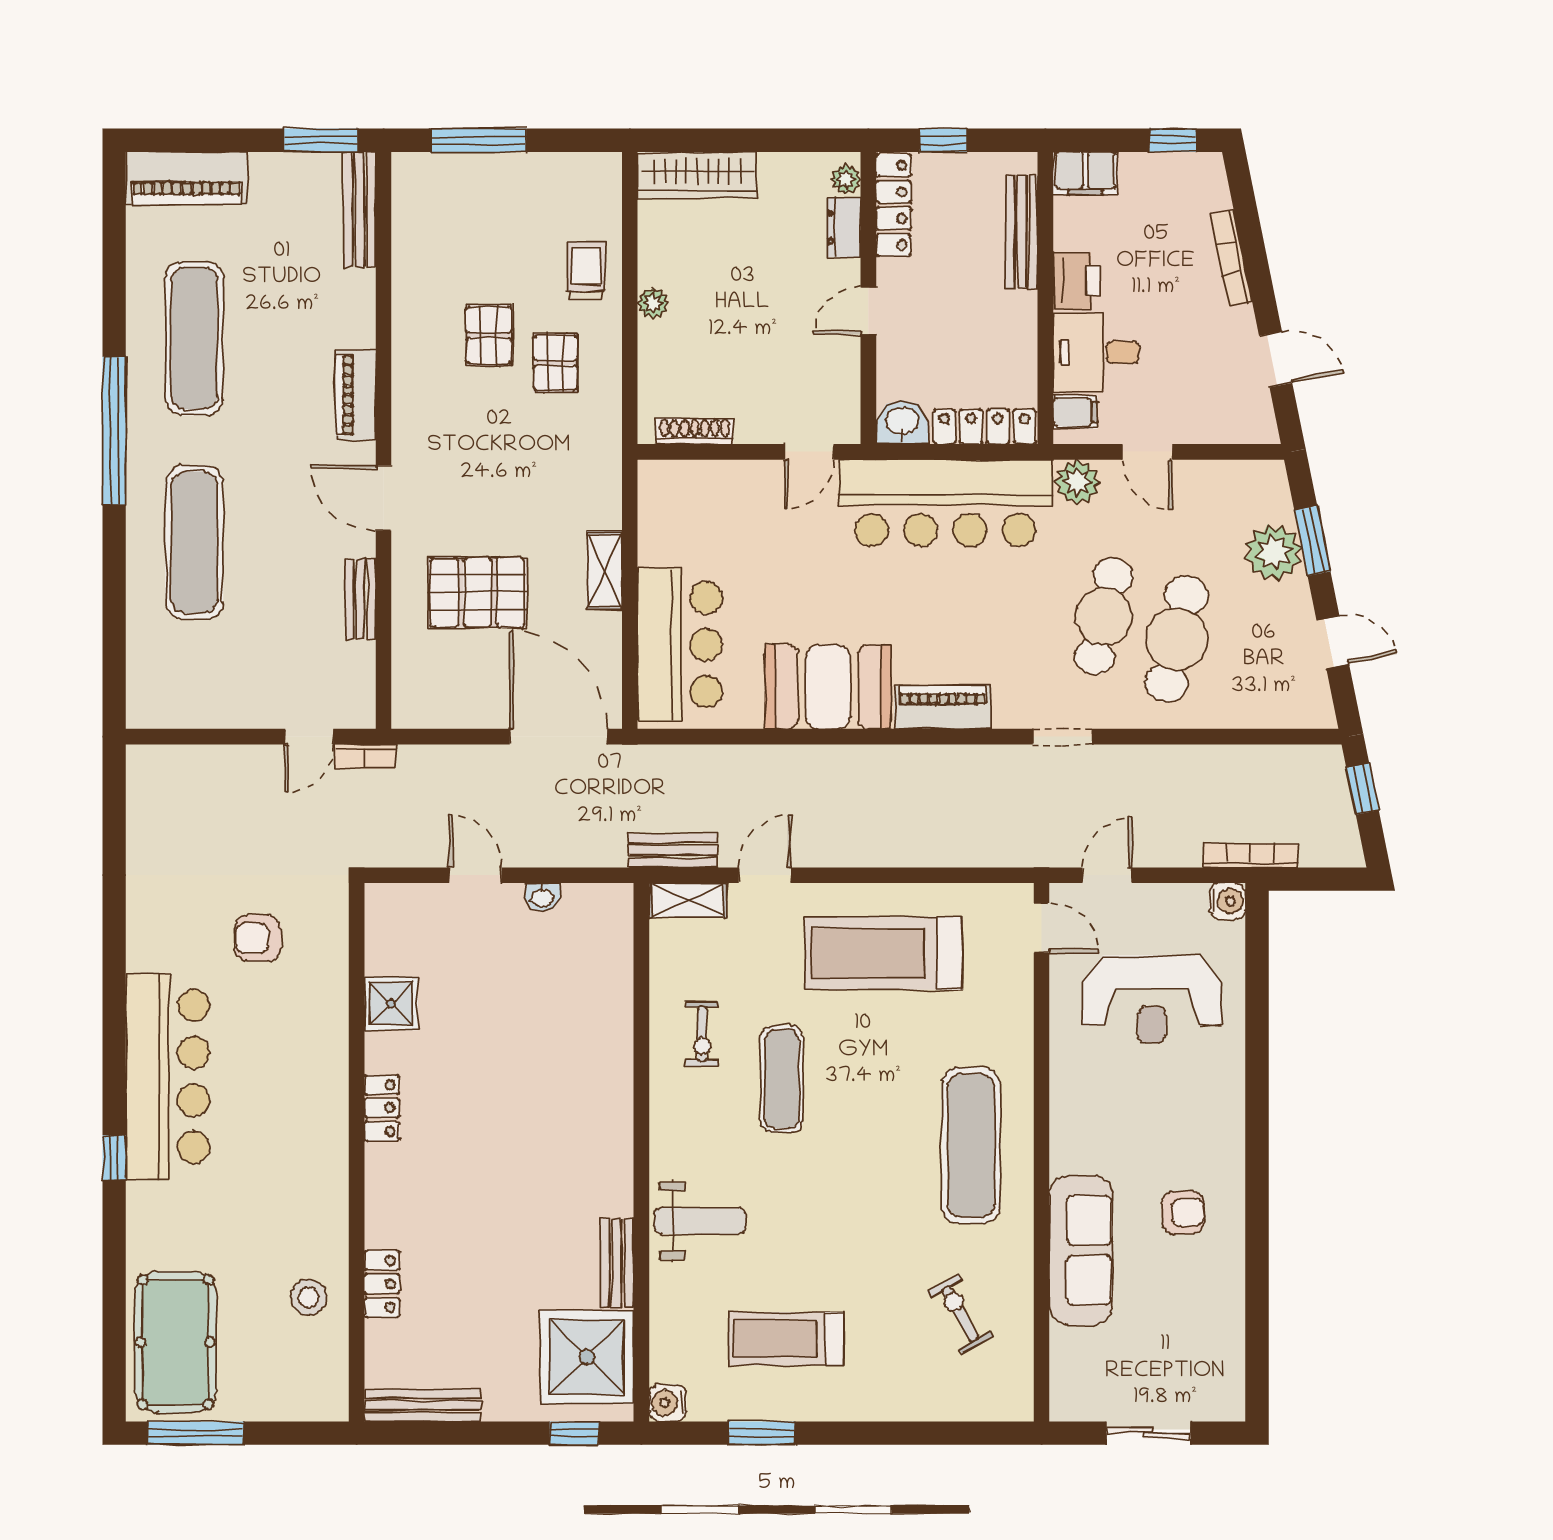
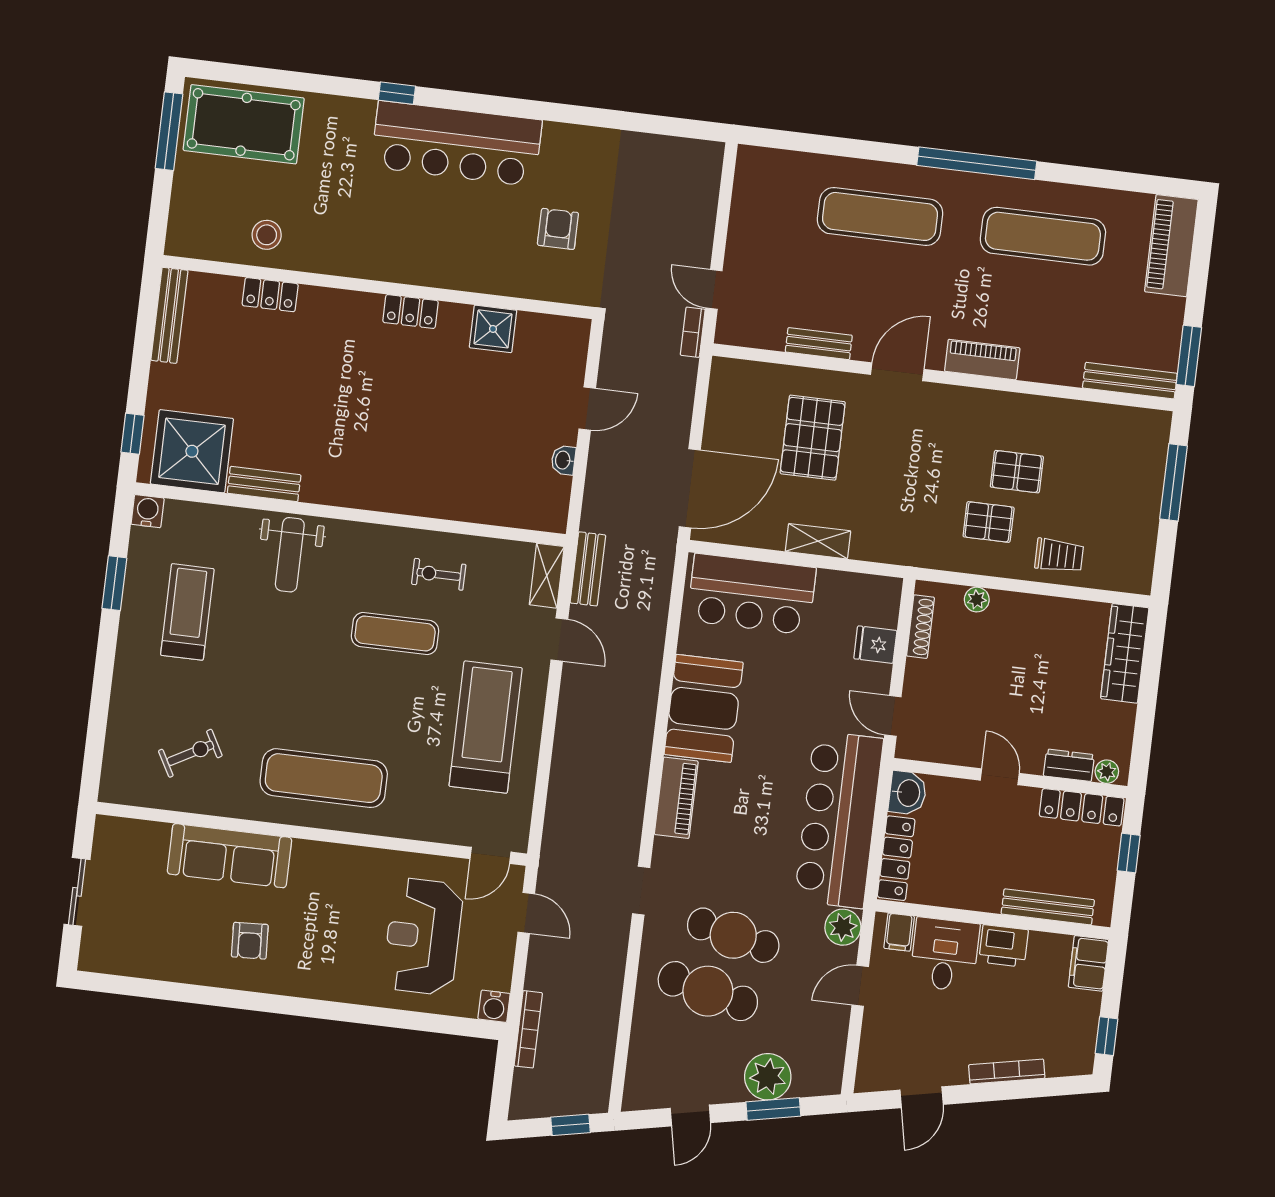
plant: (653, 303) -> (977, 600), moved
fridge: (724, 484) -> (875, 645), added

